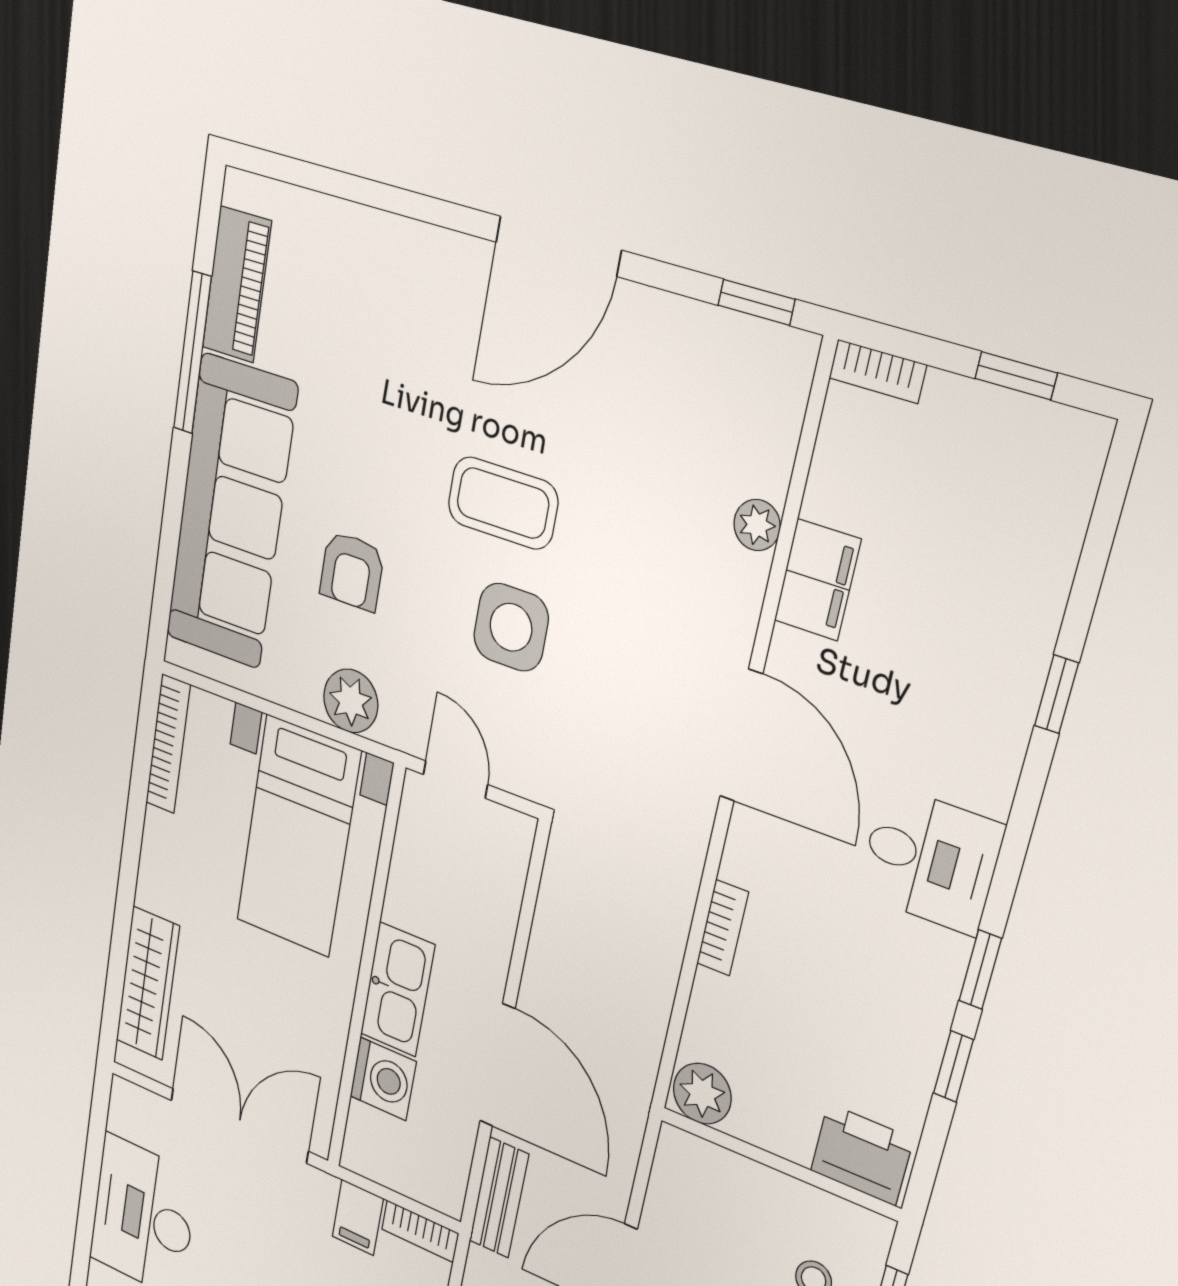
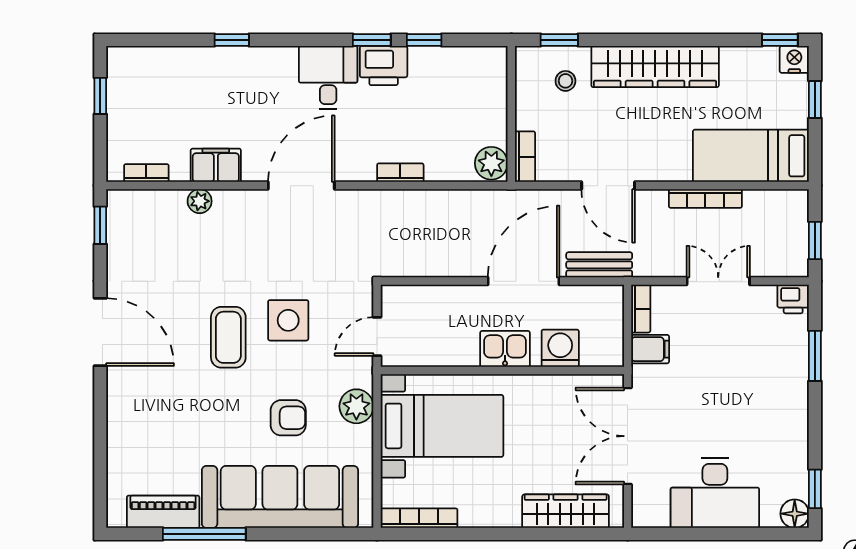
bookcase: (878, 371) -> (146, 173), moved, turned -90
kitchen sink: (398, 990) -> (505, 349), width x0.73
bookcase: (700, 1155) -> (525, 157), added
printer: (862, 1155) -> (384, 66), moved, turned -90

